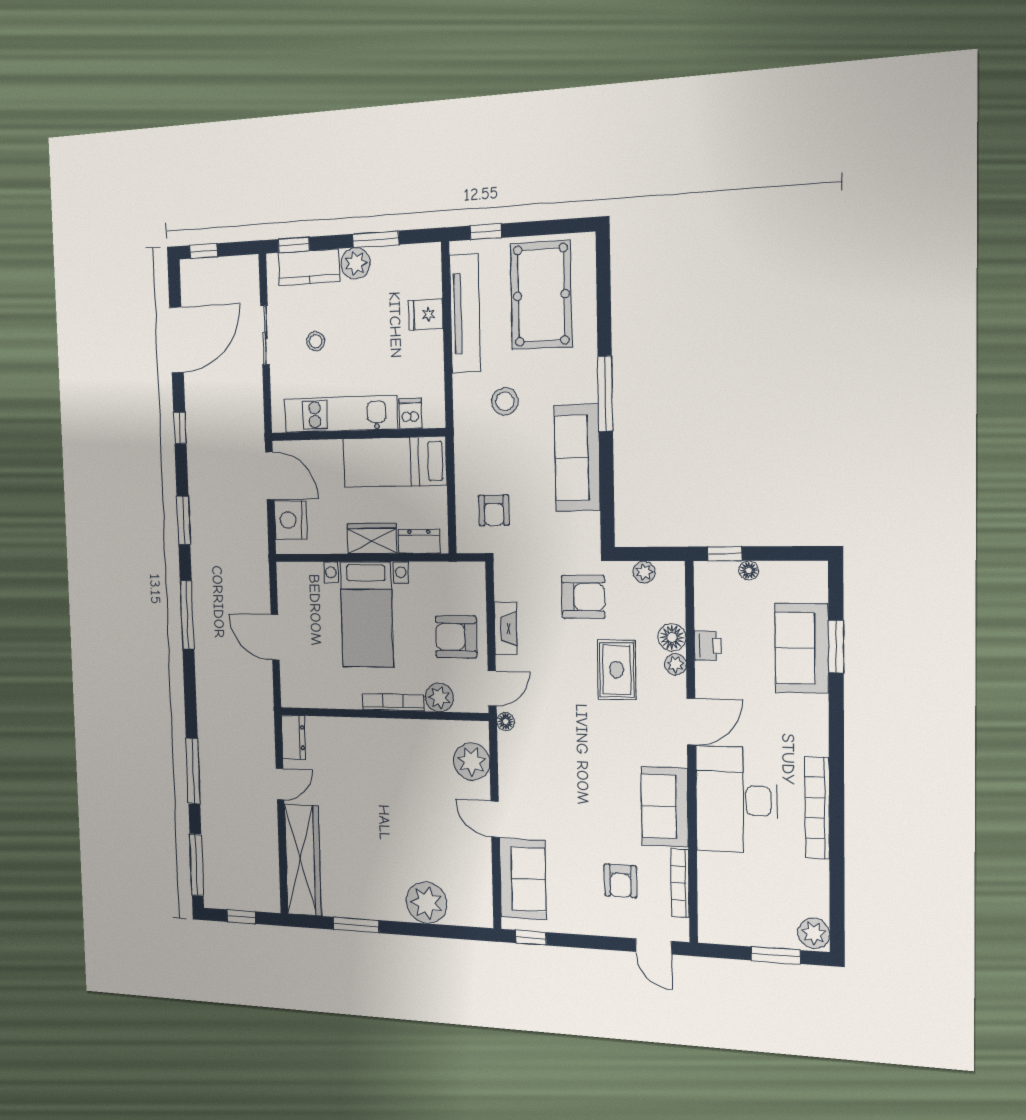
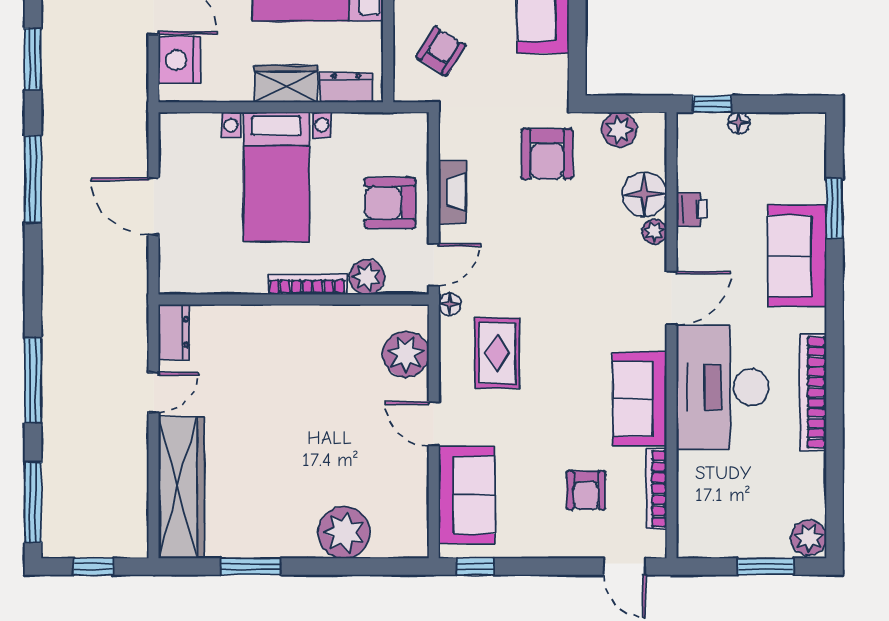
armchair: (494, 510) -> (441, 51), turned -148
plant: (644, 572) -> (619, 130), width x1.38, depth x1.38
armchair: (583, 597) -> (547, 154), turned 90
floor lamp: (672, 637) -> (645, 194), width x1.38, depth x1.38
sofa: (802, 648) -> (797, 256), moved
rug: (617, 670) -> (497, 353), moved

